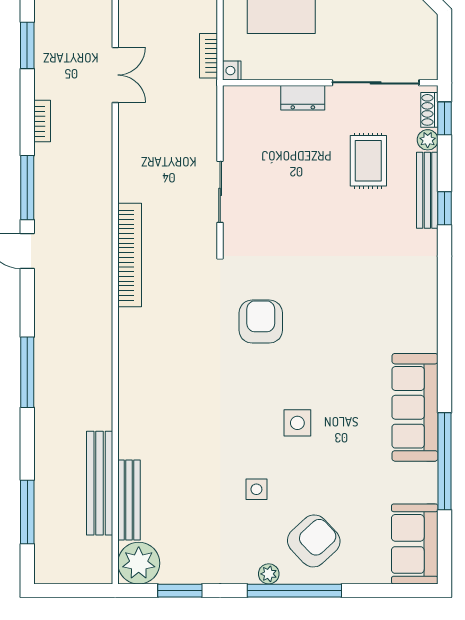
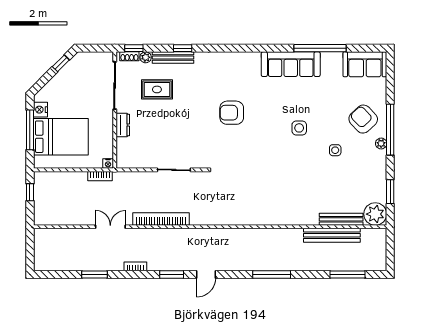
window: (27, 188) -> (172, 275), width x0.69
bookcase: (130, 255) -> (161, 219), moved
armchair: (261, 322) -> (232, 113), moved

